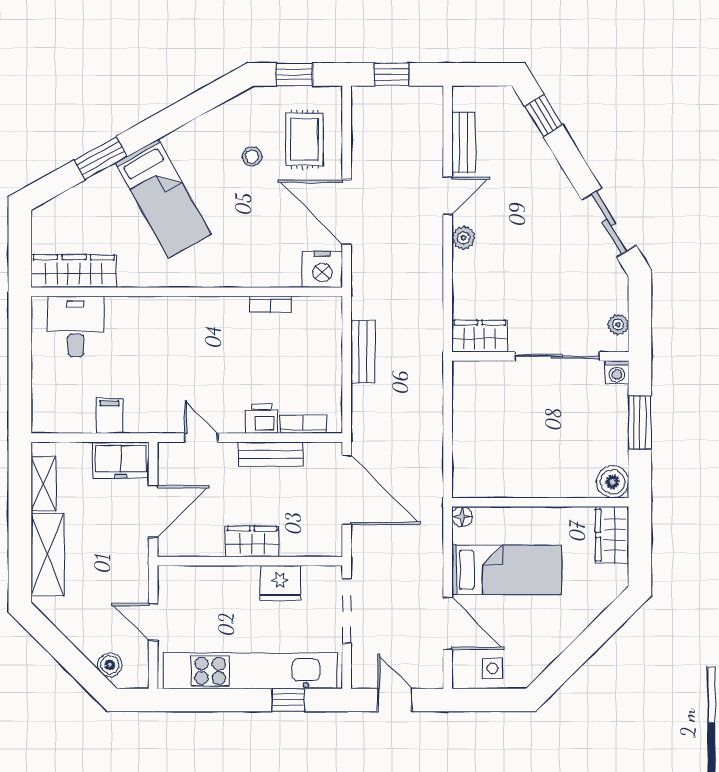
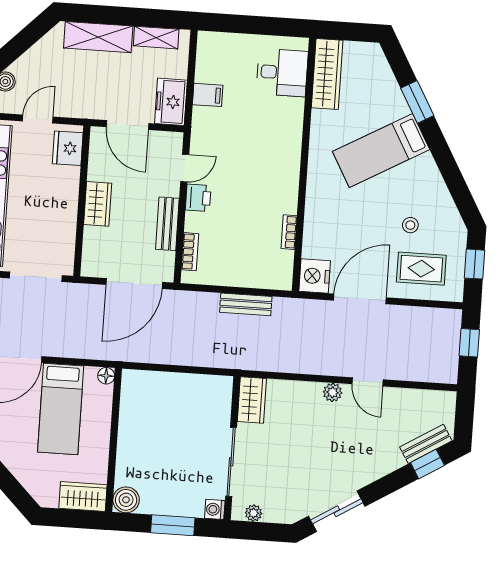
bench: (463, 142) -> (426, 444), moved, turned -31
printer: (262, 419) -> (198, 198), moved
fridge: (280, 583) -> (68, 148), moved

